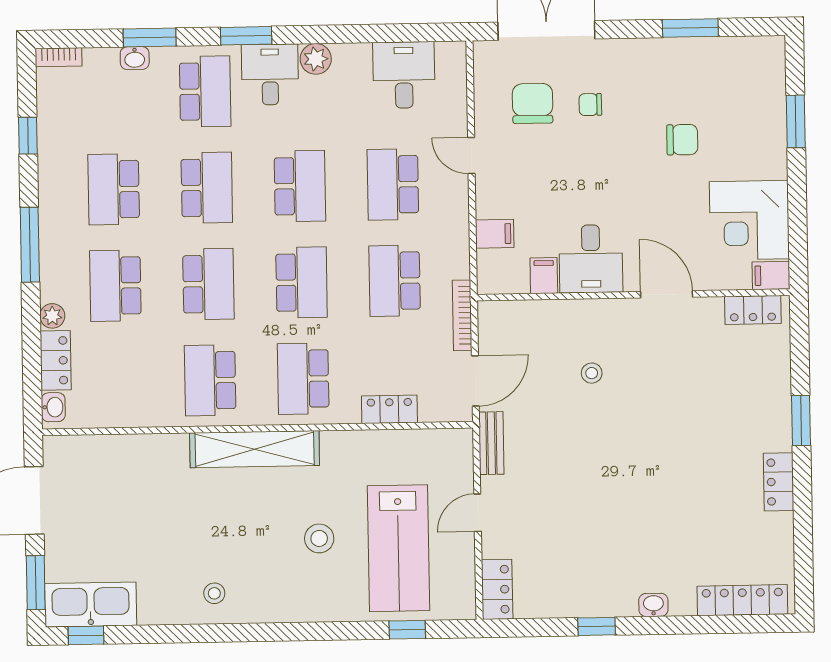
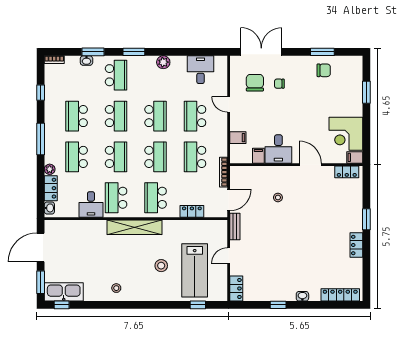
desk: (270, 75) -> (91, 204), moved, turned 180
chair: (682, 140) -> (324, 70), moved

